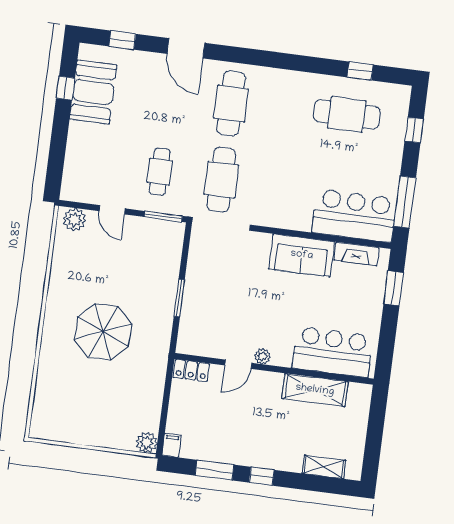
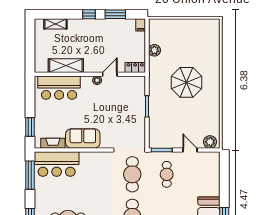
plant: (147, 443) -> (154, 50), moved

